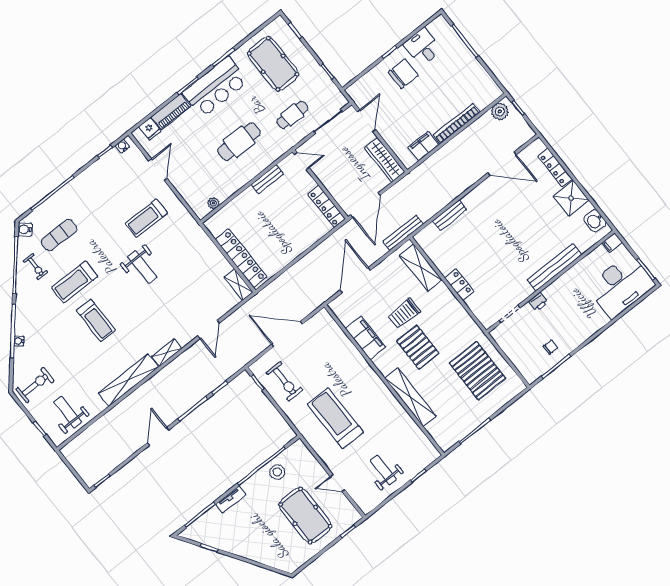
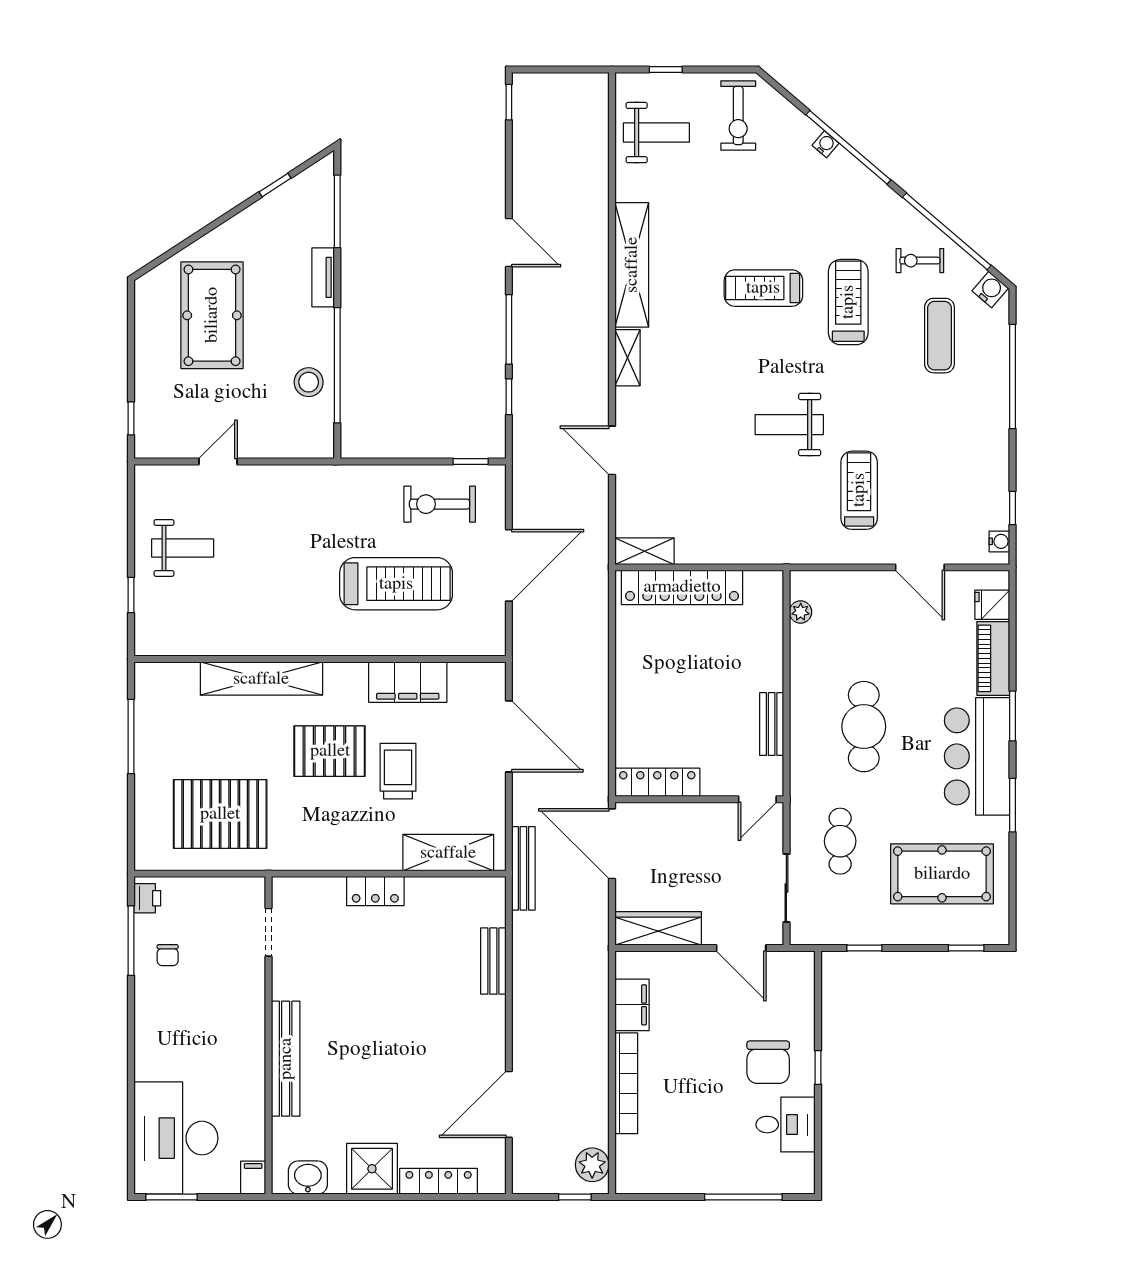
printer: (538, 302) -> (147, 898), moved, turned 180
treadmill: (335, 418) -> (396, 584), moved
pool table: (305, 515) -> (212, 315), moved, turned 90

